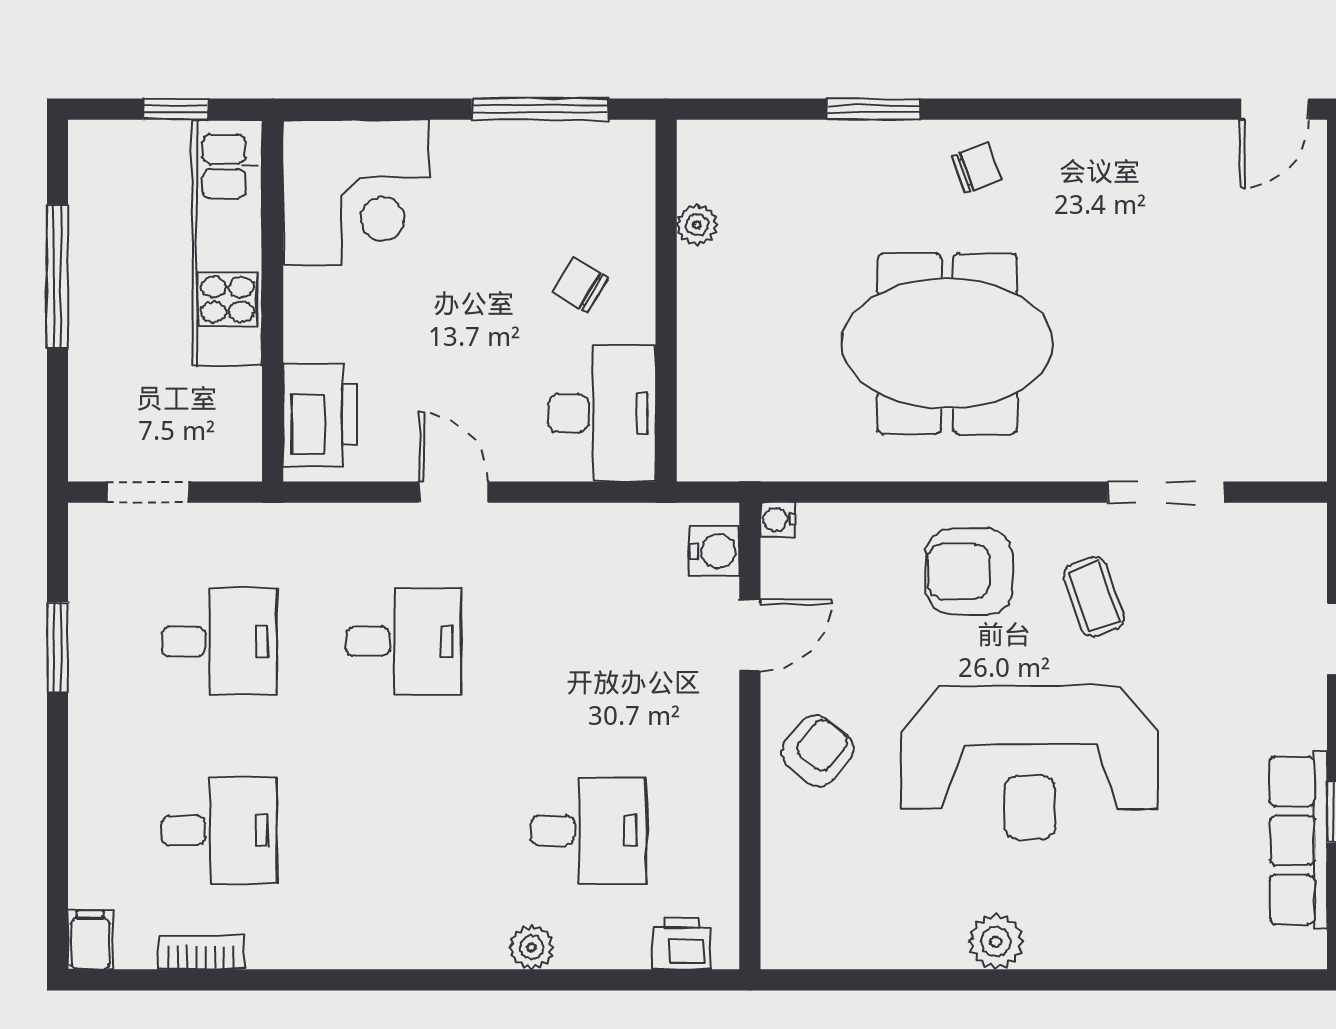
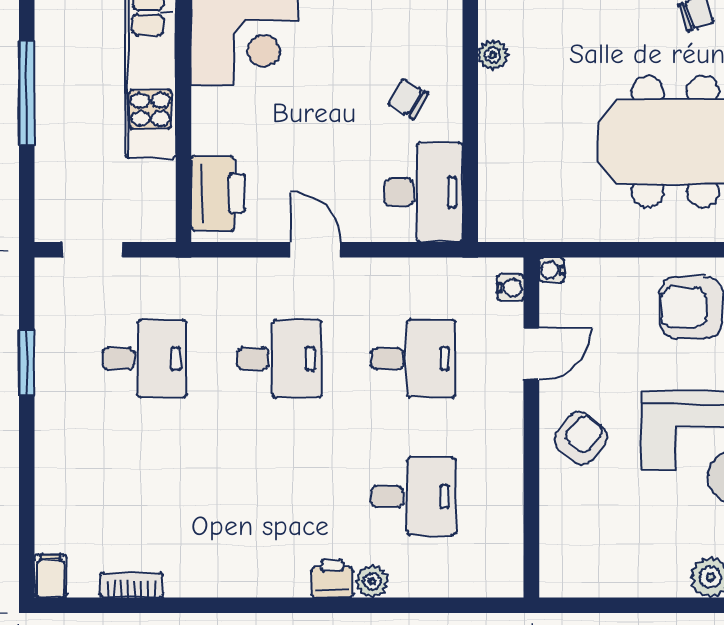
water cooler: (714, 551) -> (511, 288), width x0.72, depth x0.72
desk: (219, 831) -> (413, 359), moved
printer: (682, 943) -> (332, 579), moved

